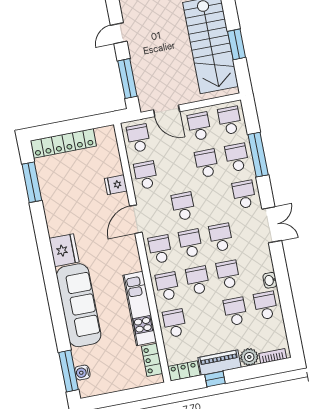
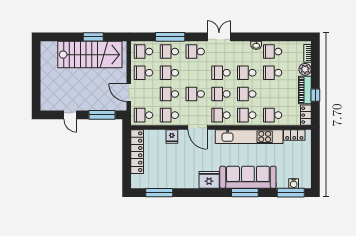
door: (167, 111) -> (129, 93), swing flipped
locker: (63, 143) -> (137, 152), moved
school desk: (176, 169) -> (169, 94), added
window: (56, 305) -> (245, 193), added
kitchen unit: (140, 309) -> (249, 137), width x1.36

